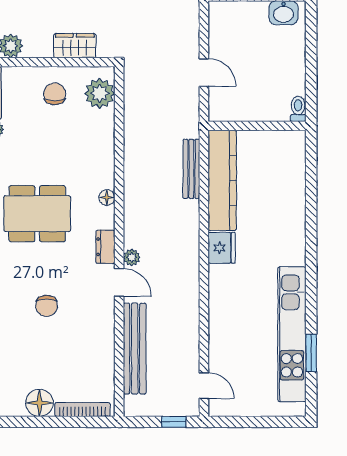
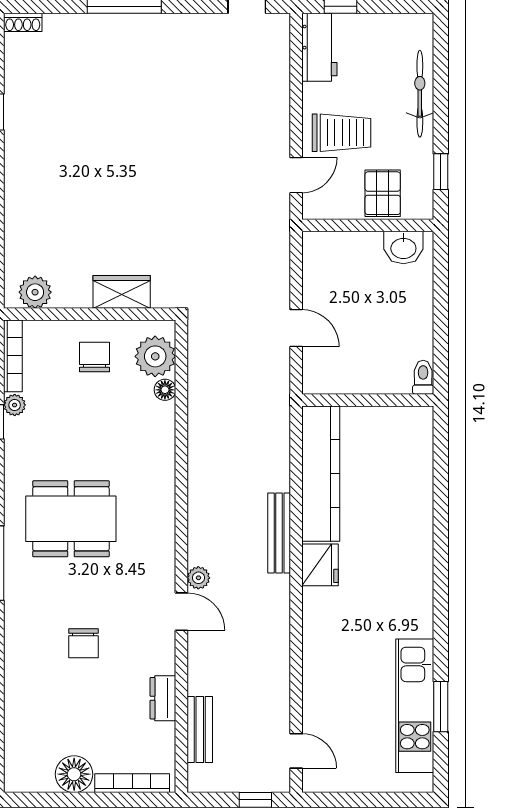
bench: (191, 169) -> (279, 533), moved
floor lamp: (107, 197) -> (165, 390), moved
dresser: (105, 247) -> (163, 698), moved
kitchen unit: (292, 334) -> (415, 706), width x0.73
bench: (135, 349) -> (200, 729), width x0.54, depth x0.82

